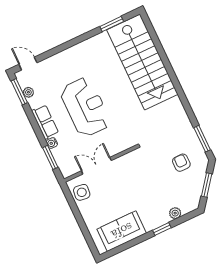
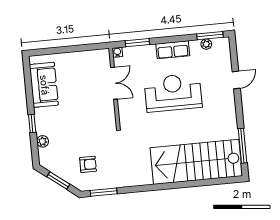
window: (112, 24) -> (242, 146), width x1.44
door: (28, 64) -> (236, 80), moved
reception desk: (85, 107) -> (173, 93), turned 180
water cooler: (52, 143) -> (117, 52), moved
side table: (82, 192) -> (94, 60), removed

